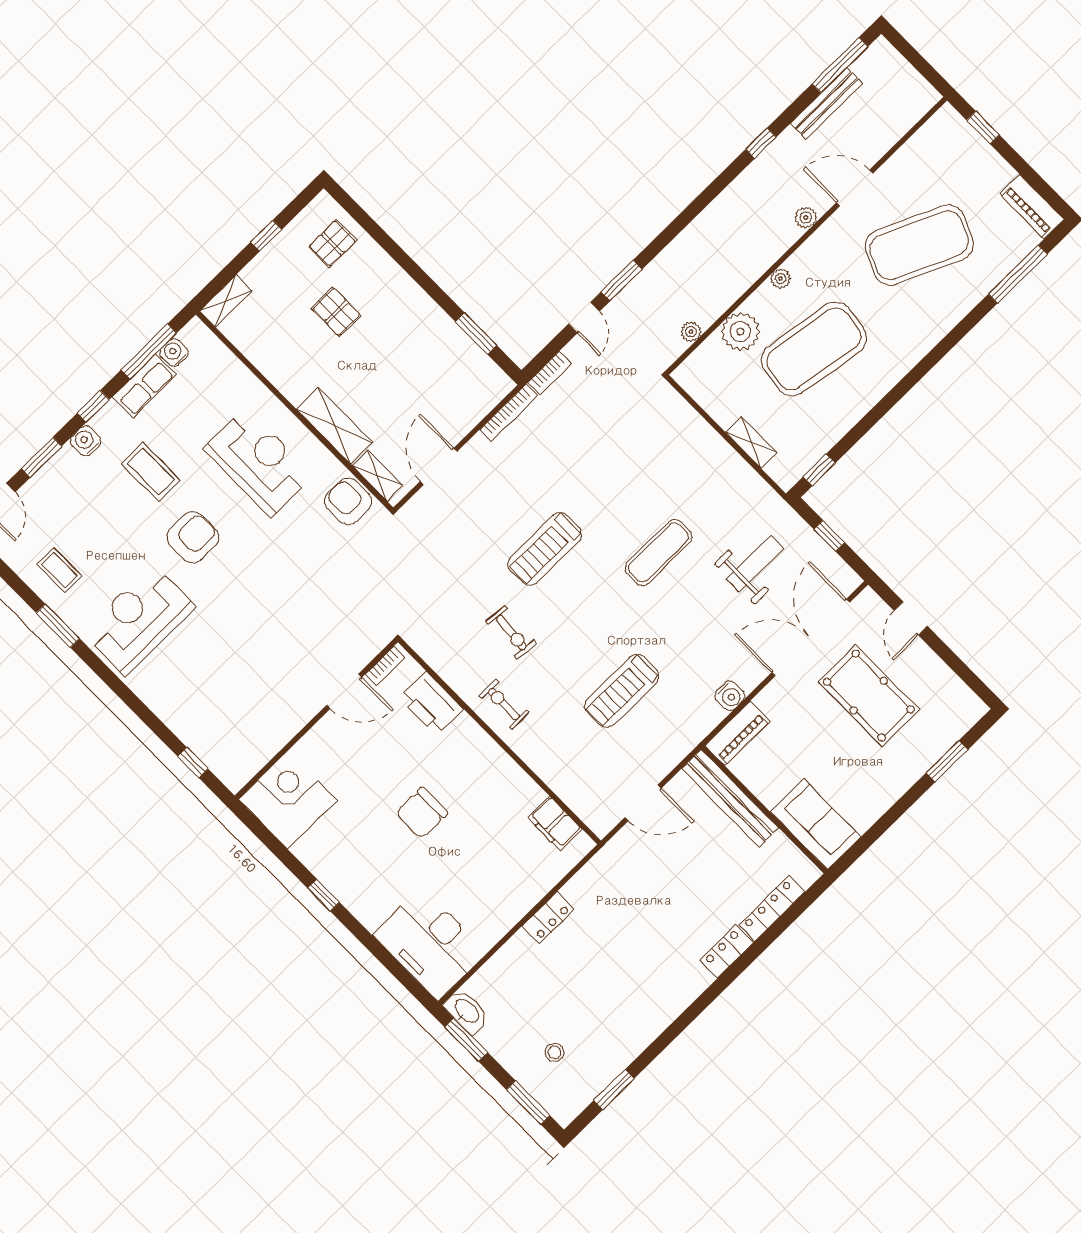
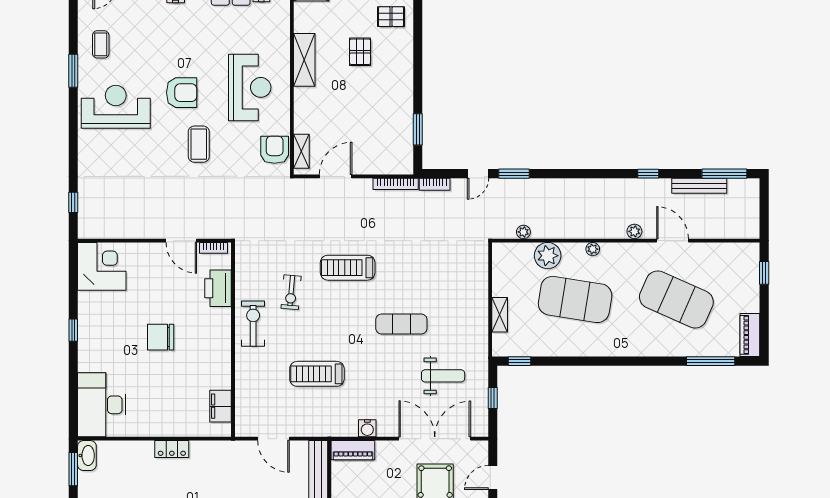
shelving: (334, 426) -> (304, 60), moved
coffee table: (151, 472) -> (199, 144), moved
exercise bike: (504, 704) -> (253, 324), width x1.38, depth x1.39

